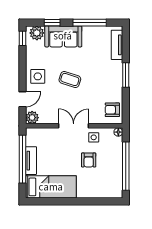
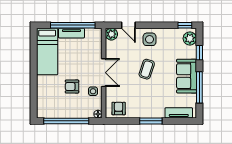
sofa: (63, 36) -> (187, 76), moved

